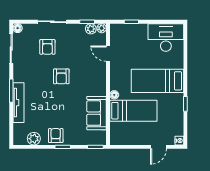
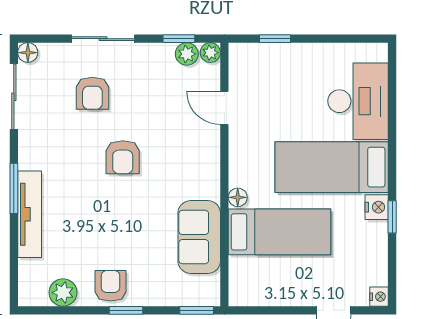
desk: (166, 37) -> (358, 101), moved, turned 90
nightstand: (178, 99) -> (377, 207), added

